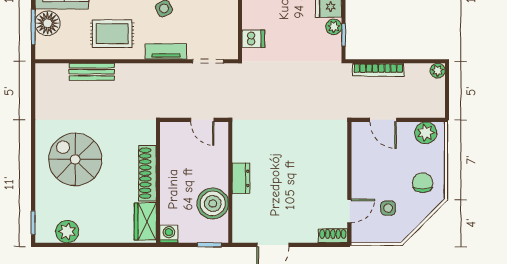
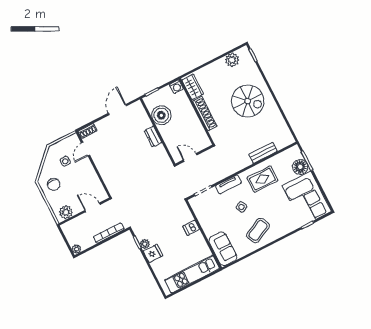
dishwasher: (253, 39) -> (191, 228), moved

